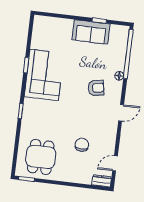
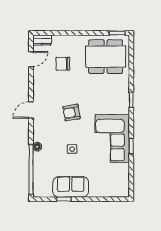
side table: (85, 69) -> (72, 149), added
armchair: (96, 88) -> (71, 113), moved
chair: (82, 145) -> (63, 64), moved, turned 90
dining table: (41, 157) -> (106, 57), width x1.38

